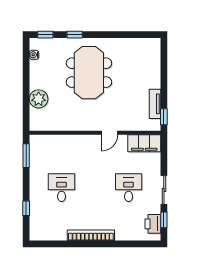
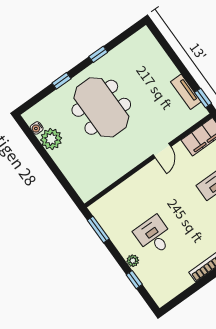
window: (45, 35) -> (98, 54), moved
plant: (39, 99) -> (51, 139), moved
plant: (35, 194) -> (133, 261), added

